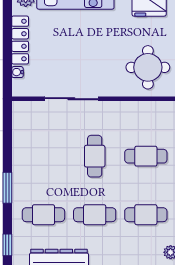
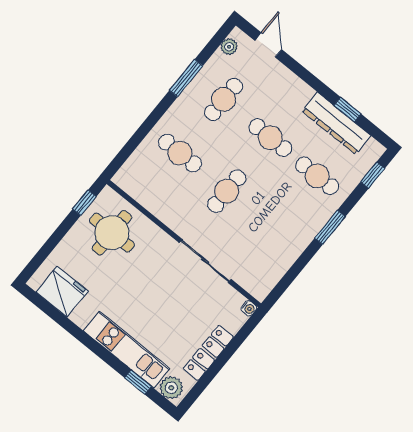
water cooler: (17, 72) -> (249, 308), moved
cafe table: (146, 215) -> (224, 99), turned 90

